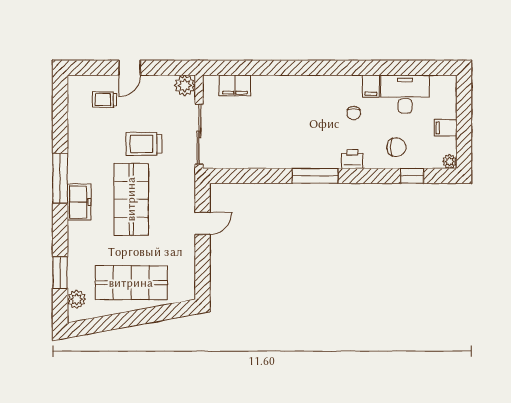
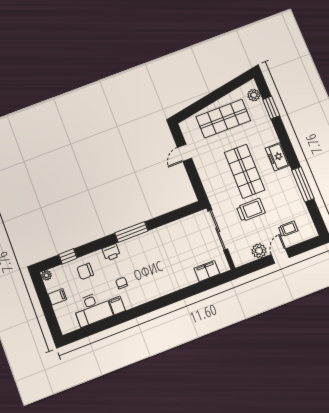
plant: (185, 85) -> (259, 251), moved
window: (60, 178) -> (303, 184), moved
door: (203, 223) -> (184, 153), moved

